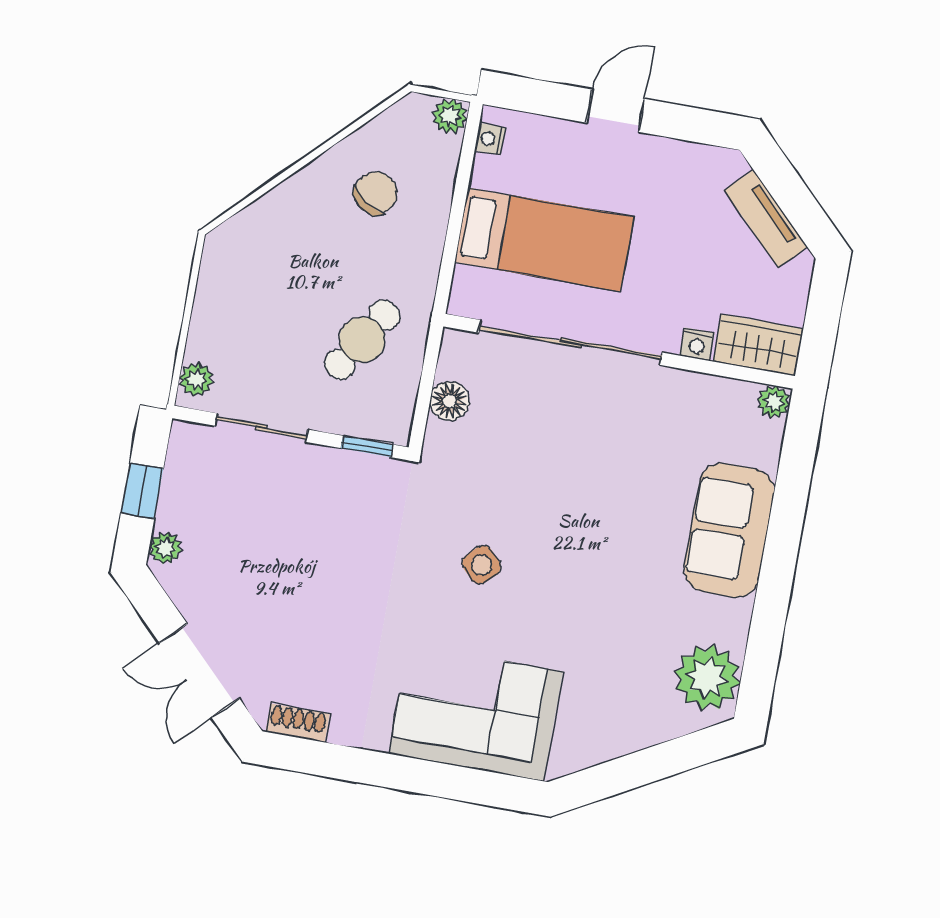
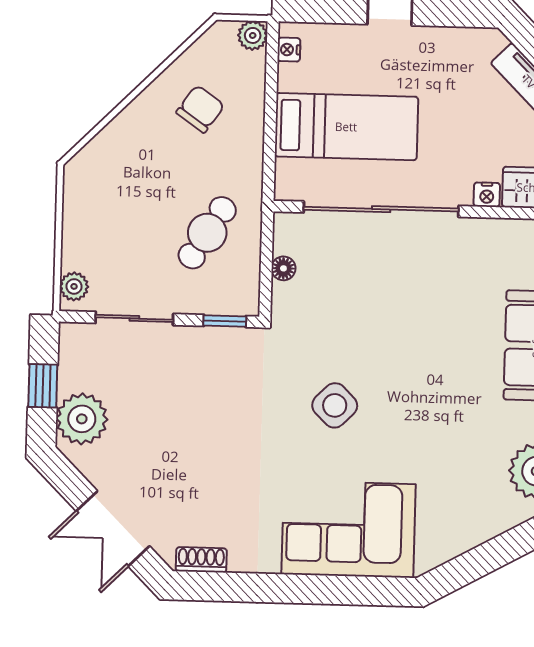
floor lamp: (450, 401) -> (283, 268), width x0.73, depth x0.73
plant: (165, 548) -> (82, 419), width x1.88, depth x1.88
side table: (481, 565) -> (335, 405), width x1.37, depth x1.37

